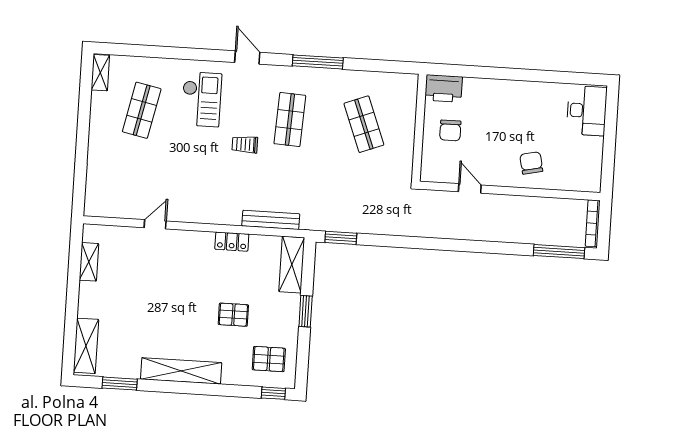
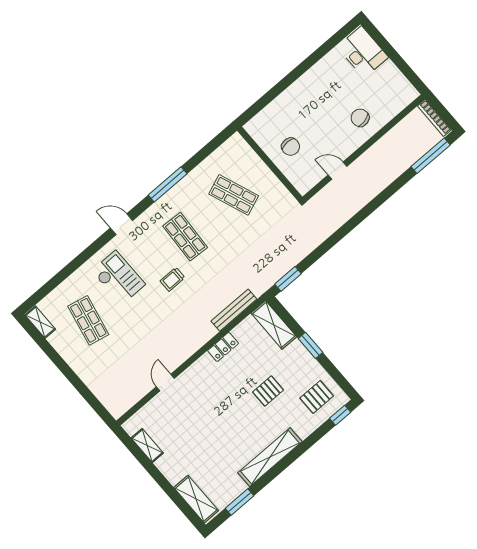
printer: (444, 88) -> (261, 125), removed

